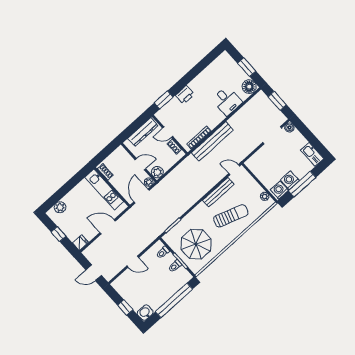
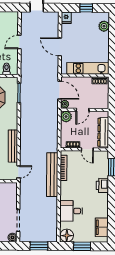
filing cabinet: (218, 65) -> (102, 227), added
door: (168, 132) -> (87, 149), swing flipped
door: (108, 227) -> (60, 47), swing flipped

